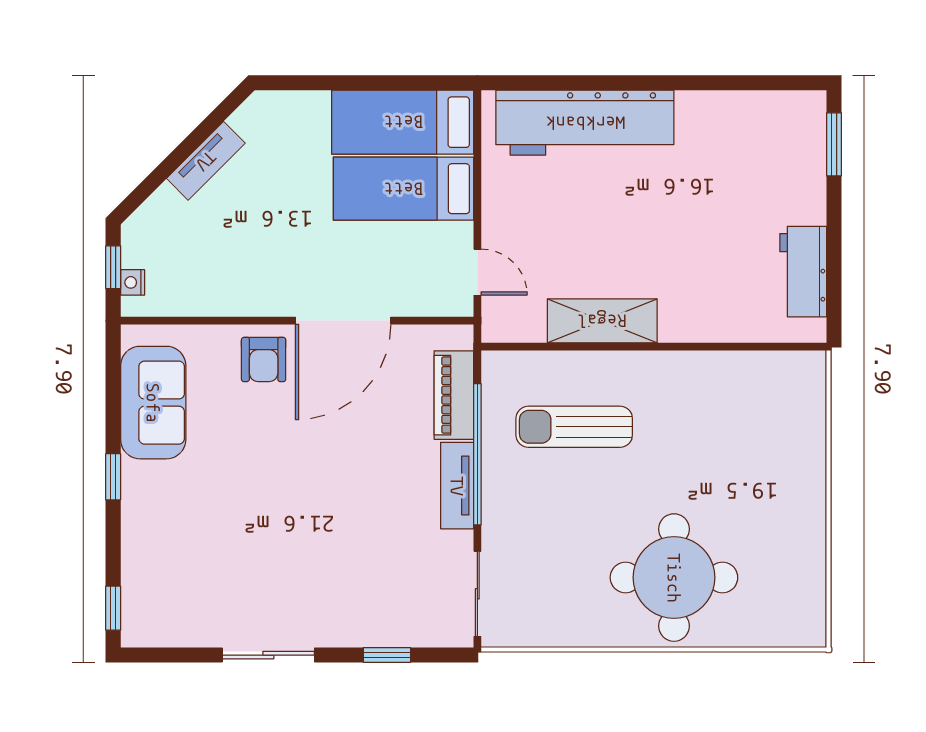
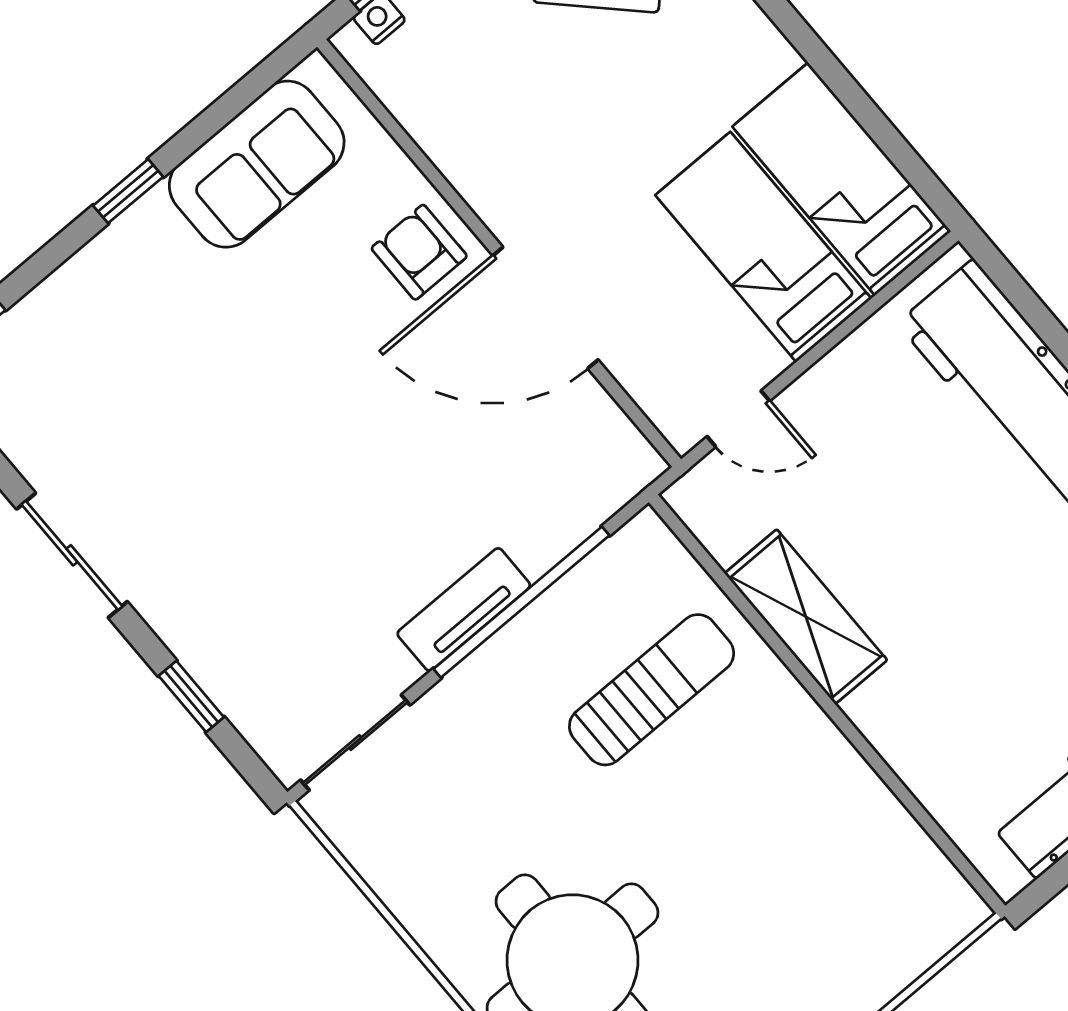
door: (477, 272) -> (738, 419), hinge flipped
armchair: (264, 359) -> (419, 252), turned 90
piano: (454, 395) -> (568, 515), removed
sun lounger: (574, 427) -> (652, 690), turned 90

